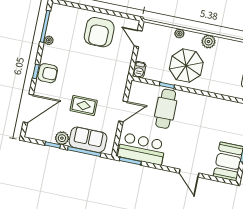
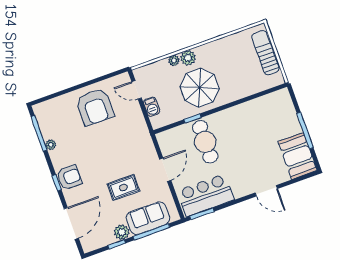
plant: (209, 42) -> (188, 58), moved
barbecue: (139, 70) -> (152, 107), moved

